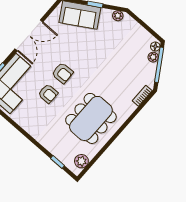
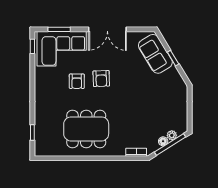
plant: (118, 16) -> (180, 82), removed
floor lamp: (155, 47) -> (163, 141), moved
plant: (81, 161) -> (48, 150), removed

